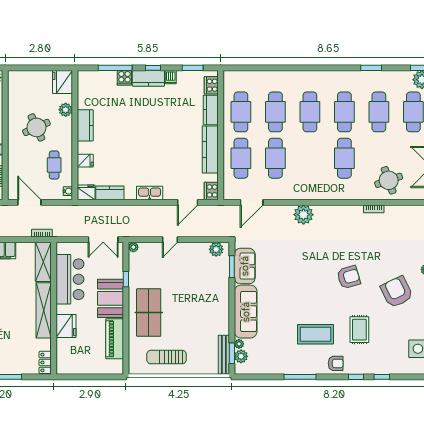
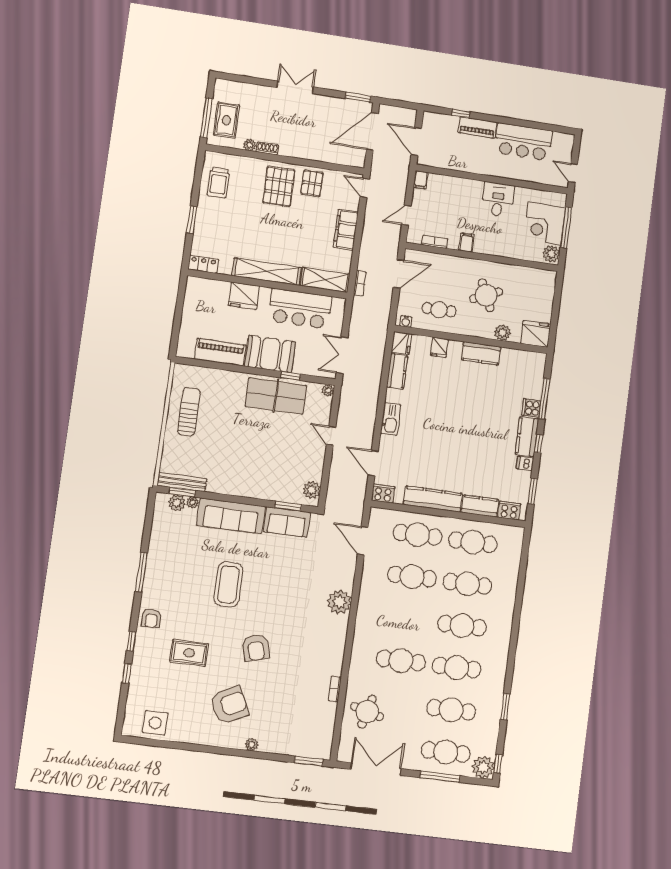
round table: (389, 180) -> (367, 712), turned 34
table tennis table: (149, 312) -> (276, 396), moved
coffee table: (315, 334) -> (228, 584), moved

